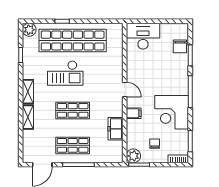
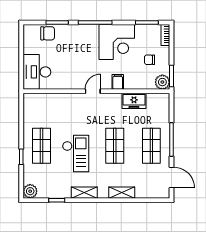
shop shelf: (73, 41) -> (42, 146), width x0.50, depth x0.74
shelving: (28, 92) -> (84, 193), moved

